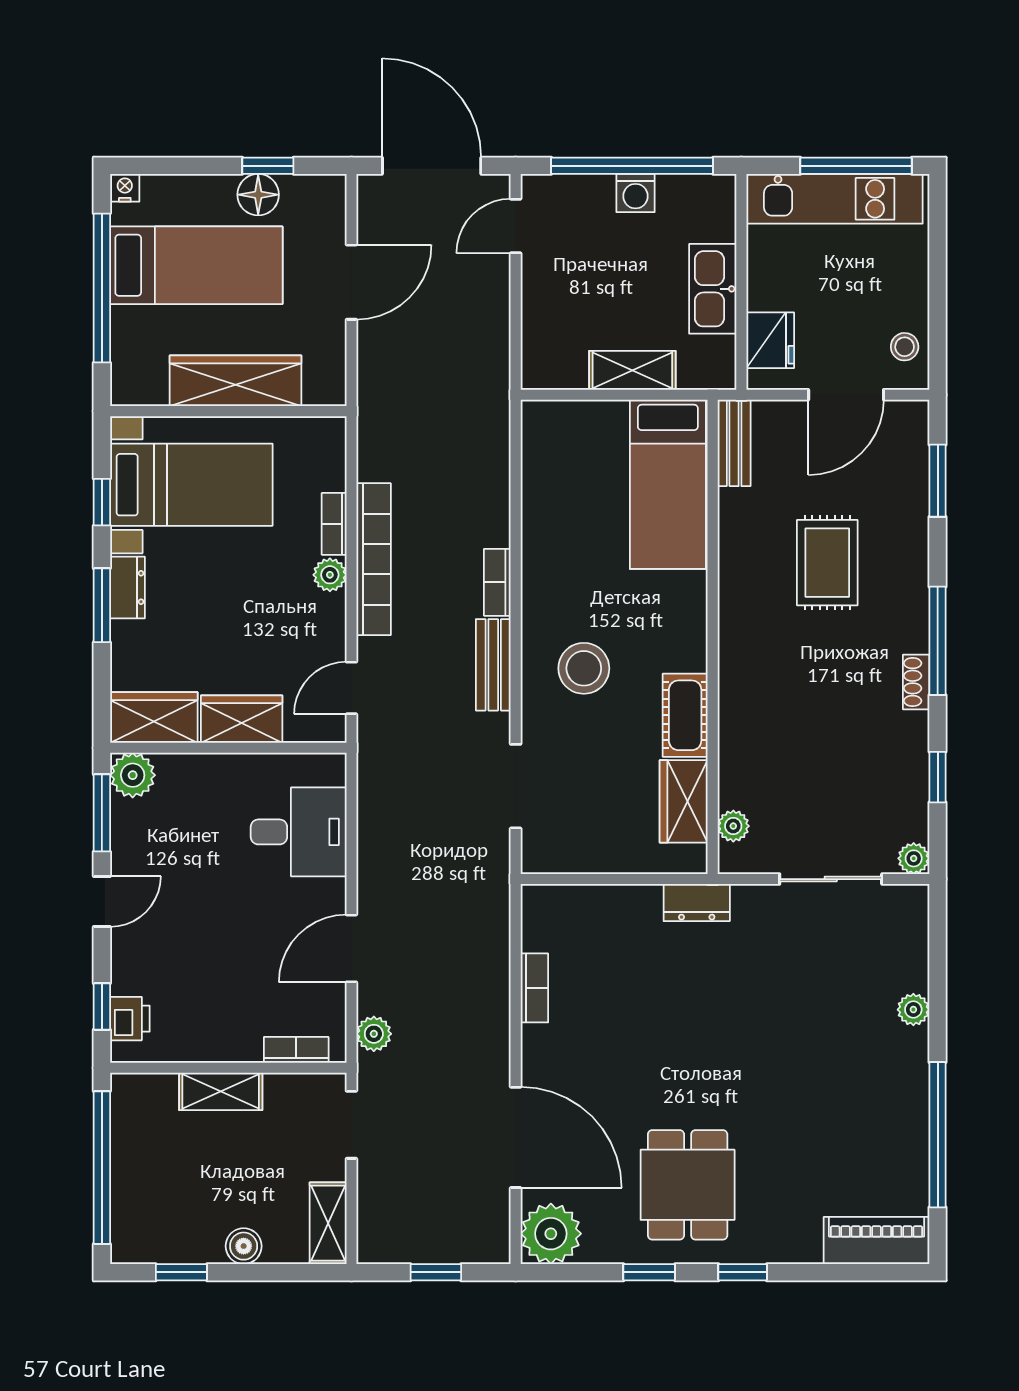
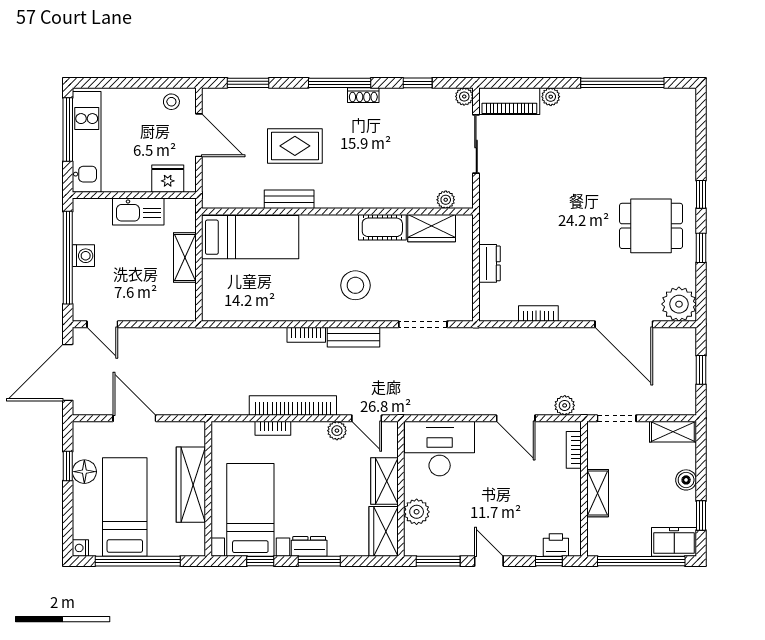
bench: (734, 443) -> (289, 199), moved
plant: (330, 575) -> (337, 431), moved
plant: (133, 775) -> (417, 512), moved
desk: (299, 832) -> (440, 448), width x1.37
dresser: (697, 903) -> (489, 263), moved
door: (516, 1137) -> (624, 324), swing flipped
freezer: (135, 1225) -> (674, 542), added
piano: (876, 1240) -> (509, 101), moved, turned -90

